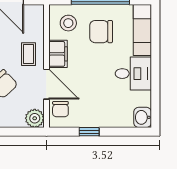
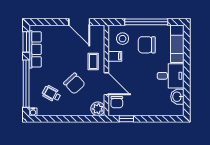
filing cabinet: (58, 54) -> (115, 56), width x0.50
washbasin: (143, 117) -> (177, 97), moved
window: (89, 132) -> (126, 119), moved

